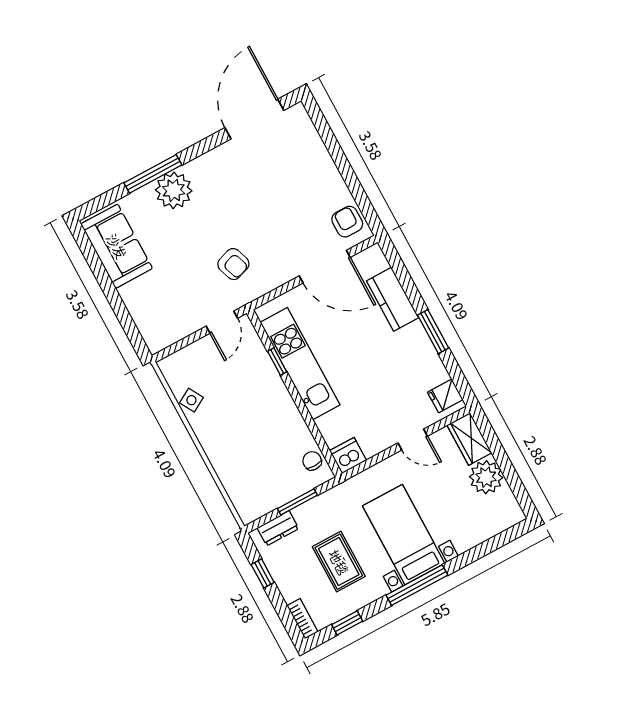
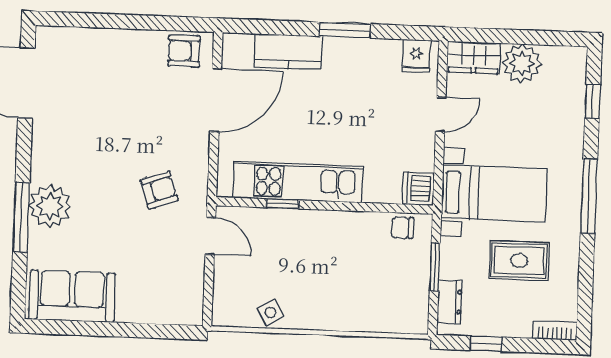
bed with nightstands: (404, 535) -> (494, 194), moved, turned 180
window: (347, 623) -> (593, 101), moved

